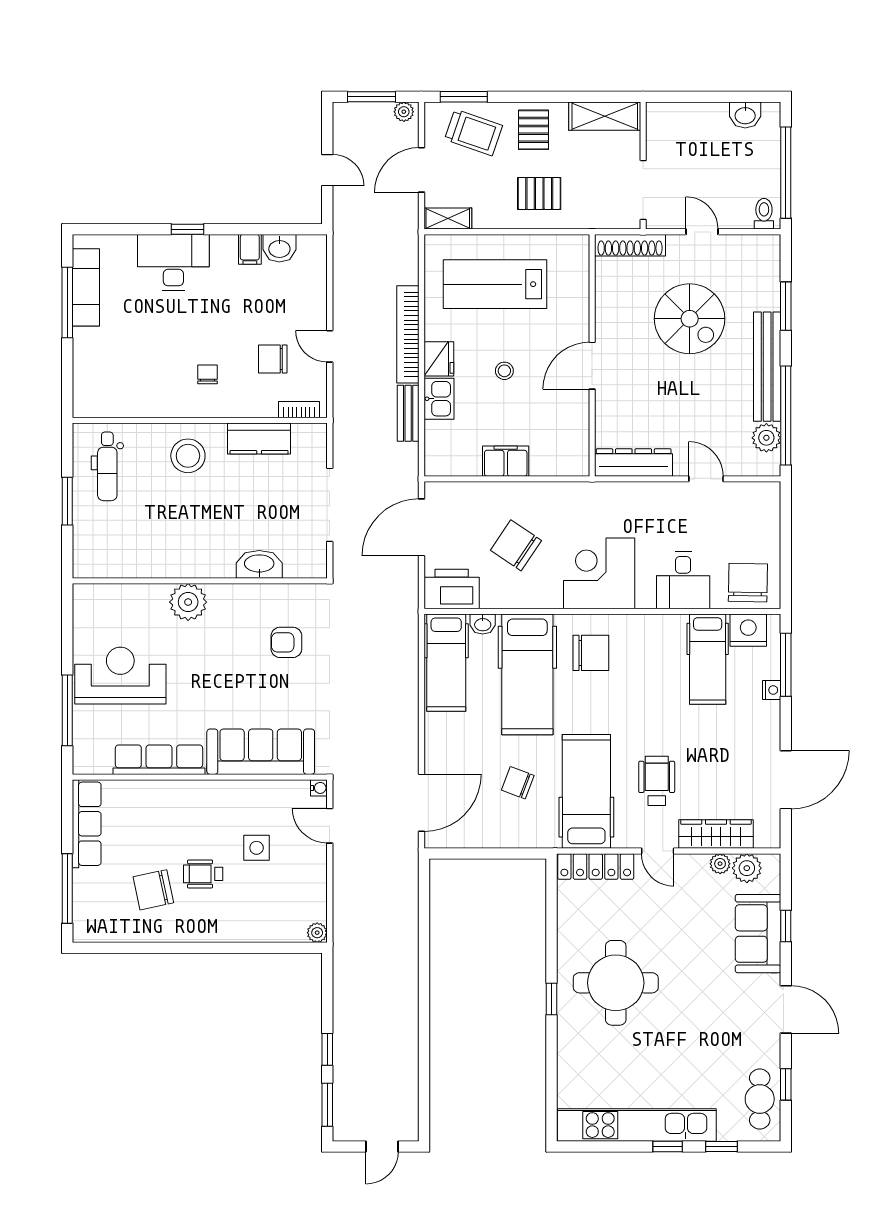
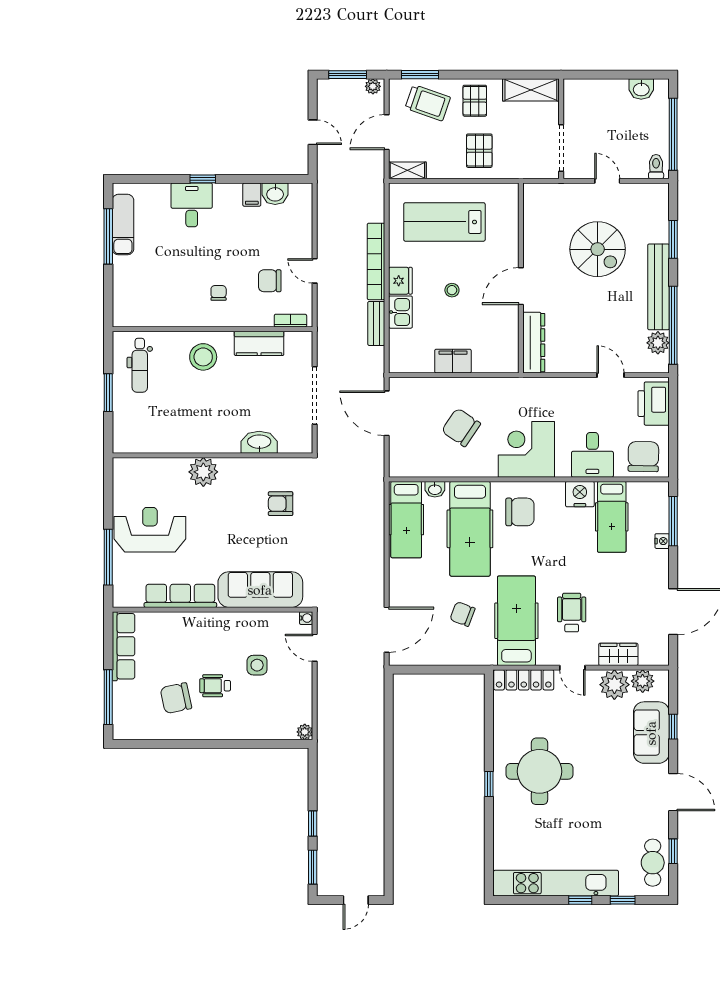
pallet: (539, 193) -> (479, 151), turned 90
shoe rack: (630, 245) -> (551, 191), removed
desk: (173, 262) -> (192, 205), width x0.73
dresser: (634, 463) -> (534, 343), moved, turned 90
door: (421, 527) -> (387, 413), hinge flipped
printer: (452, 589) -> (654, 404), moved, turned -90
nightstand: (748, 630) -> (580, 494), moved
wardrobe: (716, 834) -> (618, 654), width x0.67
plant: (720, 864) -> (614, 685), width x1.88, depth x1.88

